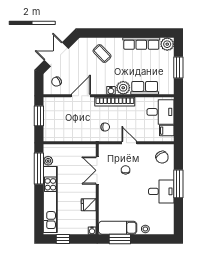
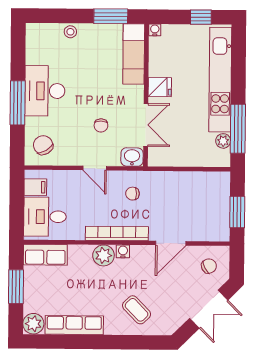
row of seats: (145, 88) -> (45, 255), moved
washbasin: (106, 150) -> (132, 157), added
desk: (161, 191) -> (45, 91), width x1.37
fridge: (89, 205) -> (160, 87), moved
exam couch: (118, 228) -> (134, 54), moved, turned 90

